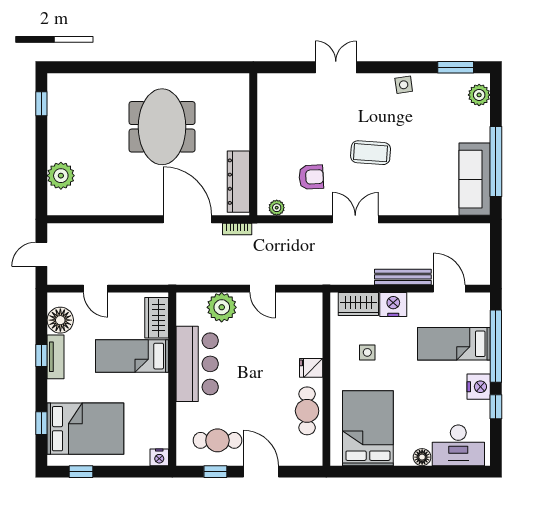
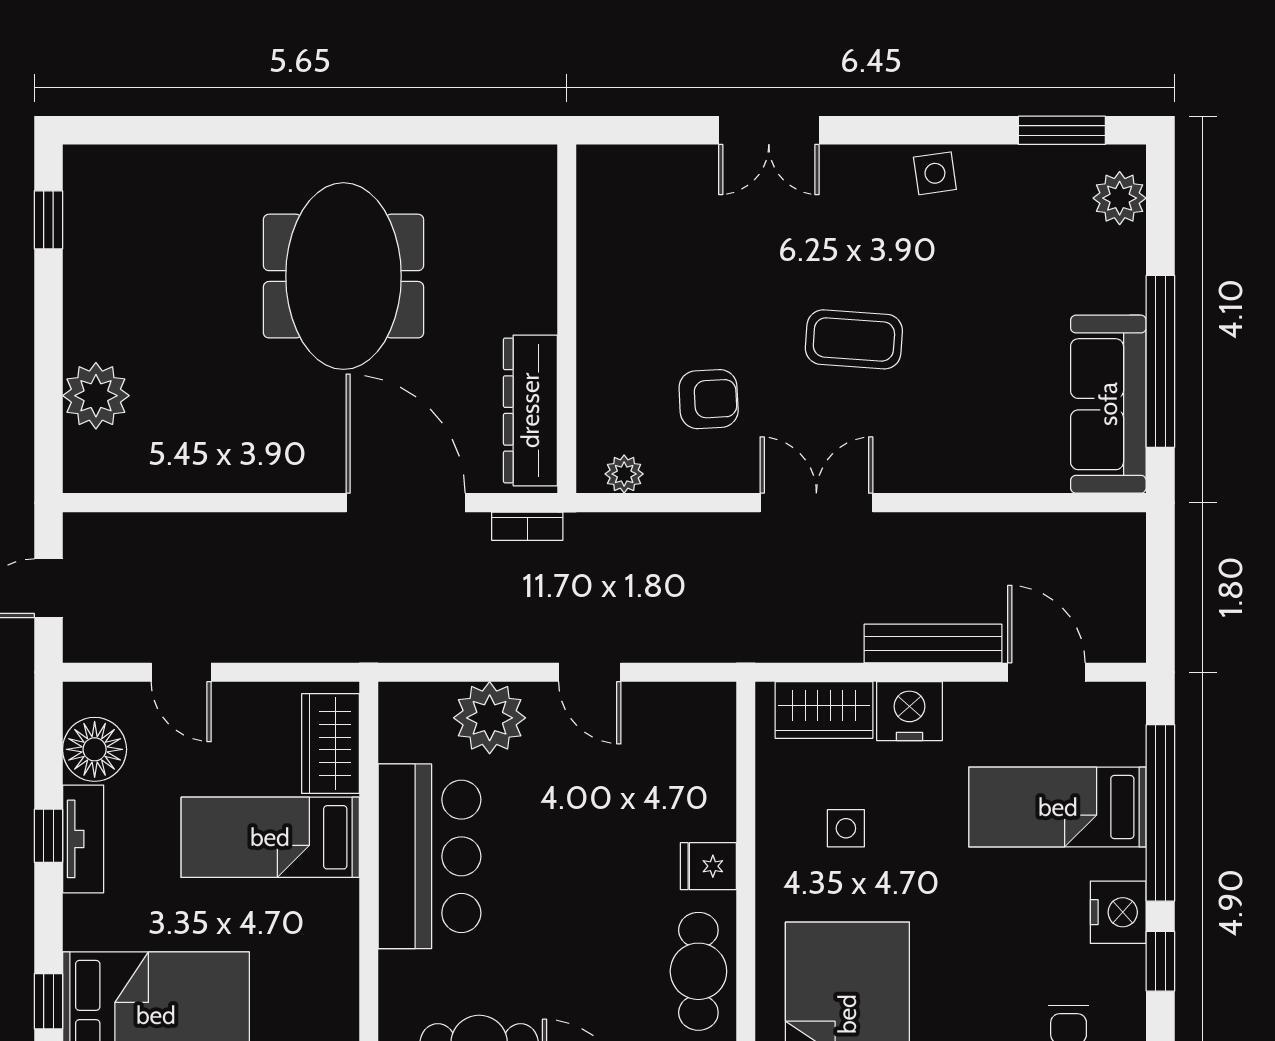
double door: (336, 67) -> (769, 130), swing flipped

